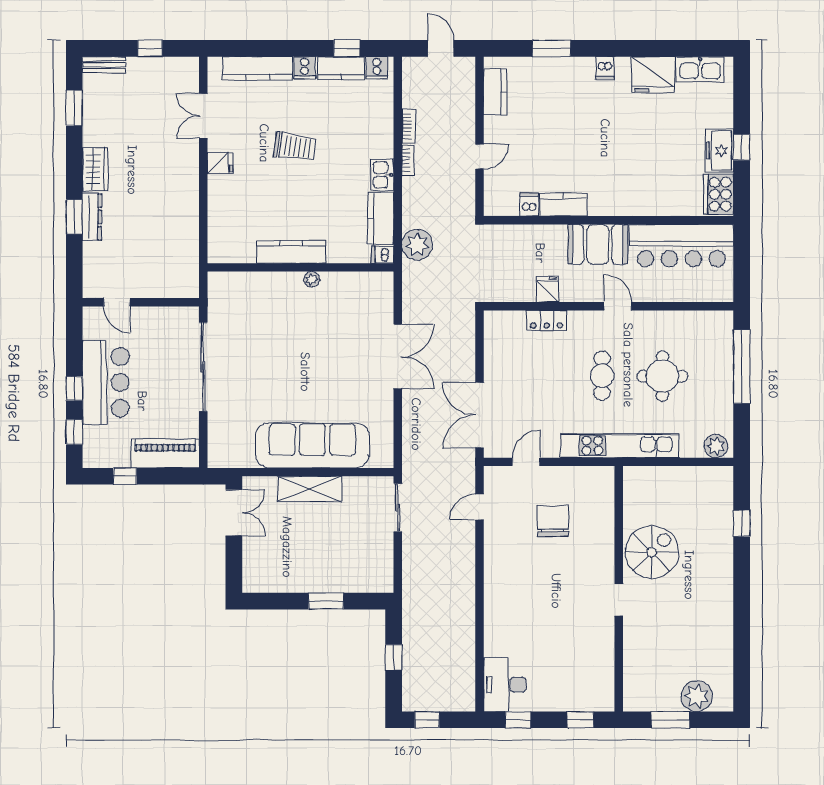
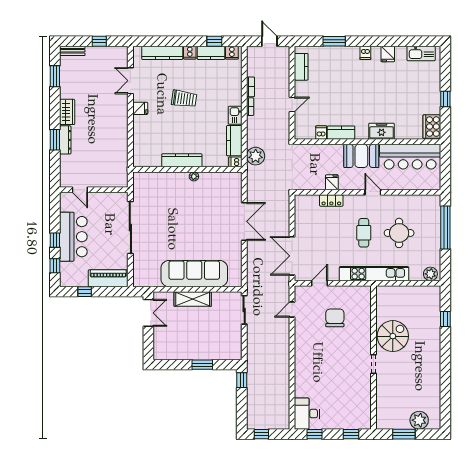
fridge: (653, 75) -> (388, 54), width x0.53, depth x0.75
freezer: (719, 151) -> (382, 131), moved, turned 90
window: (394, 657) -> (242, 380), moved

